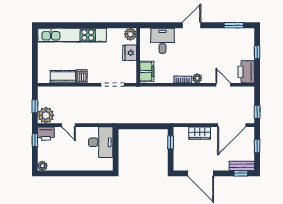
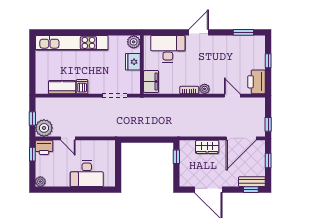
desk: (163, 41) -> (168, 49), width x1.37
desk: (101, 142) -> (87, 174), moved, turned 90

